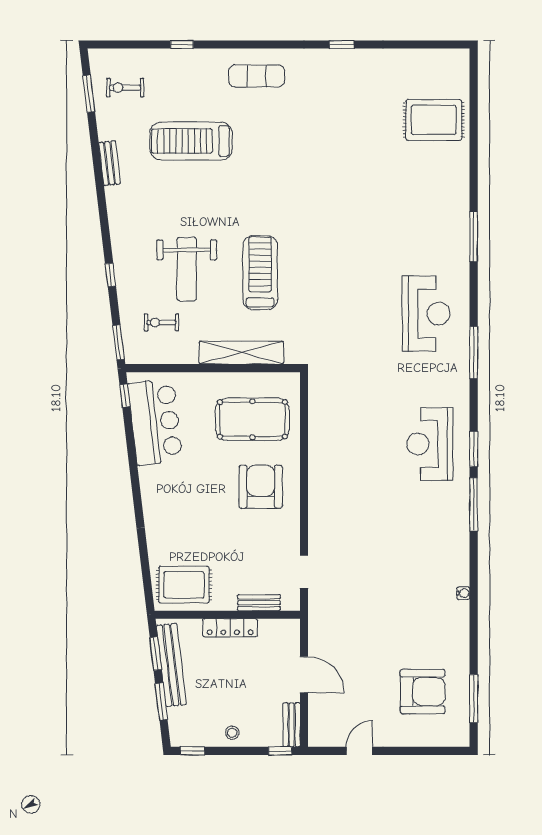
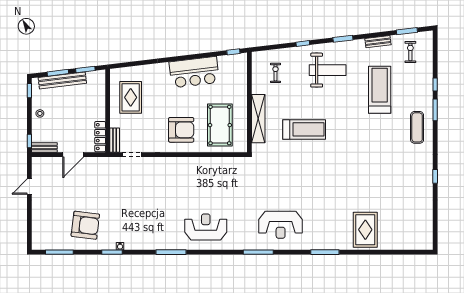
window: (226, 45) -> (435, 110), added
rug: (434, 120) -> (365, 230), moved
bench: (110, 163) -> (378, 42), moved
weight bench: (187, 269) -> (328, 70), moved, turned 180
window: (119, 342) -> (343, 39), moved
bar counter: (155, 422) -> (194, 72), moved
window: (474, 449) -> (112, 252), moved
rug: (184, 585) -> (131, 97), moved
bench: (259, 603) -> (115, 140), moved
locker: (230, 628) -> (100, 137), moved
bench: (171, 665) -> (62, 80), moved
armchair: (423, 692) -> (85, 225), moved, turned -83
door: (359, 751) -> (29, 187), swing flipped

